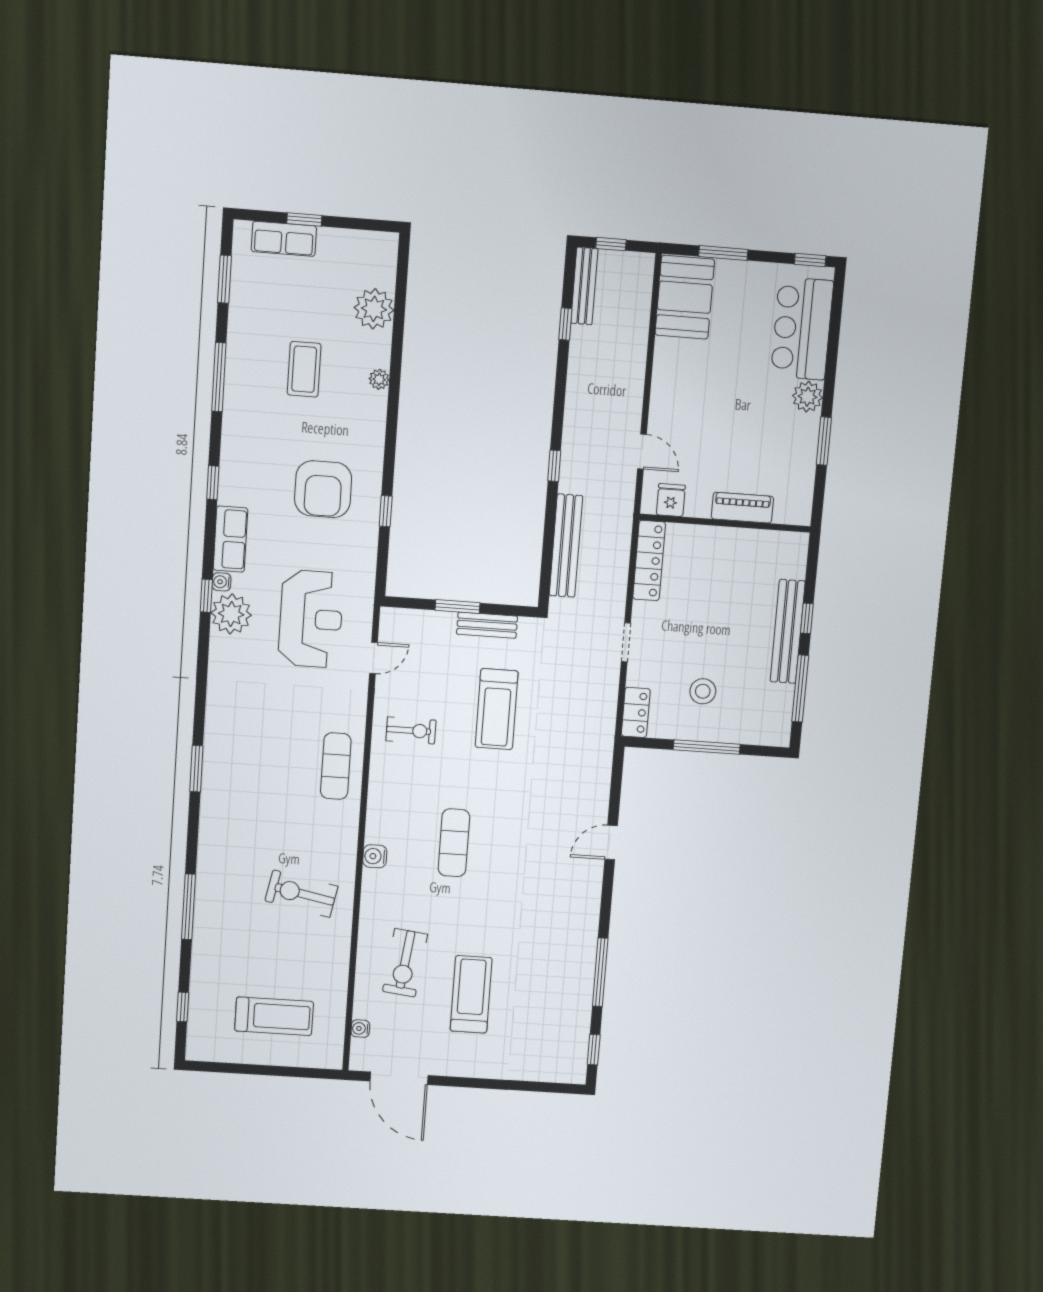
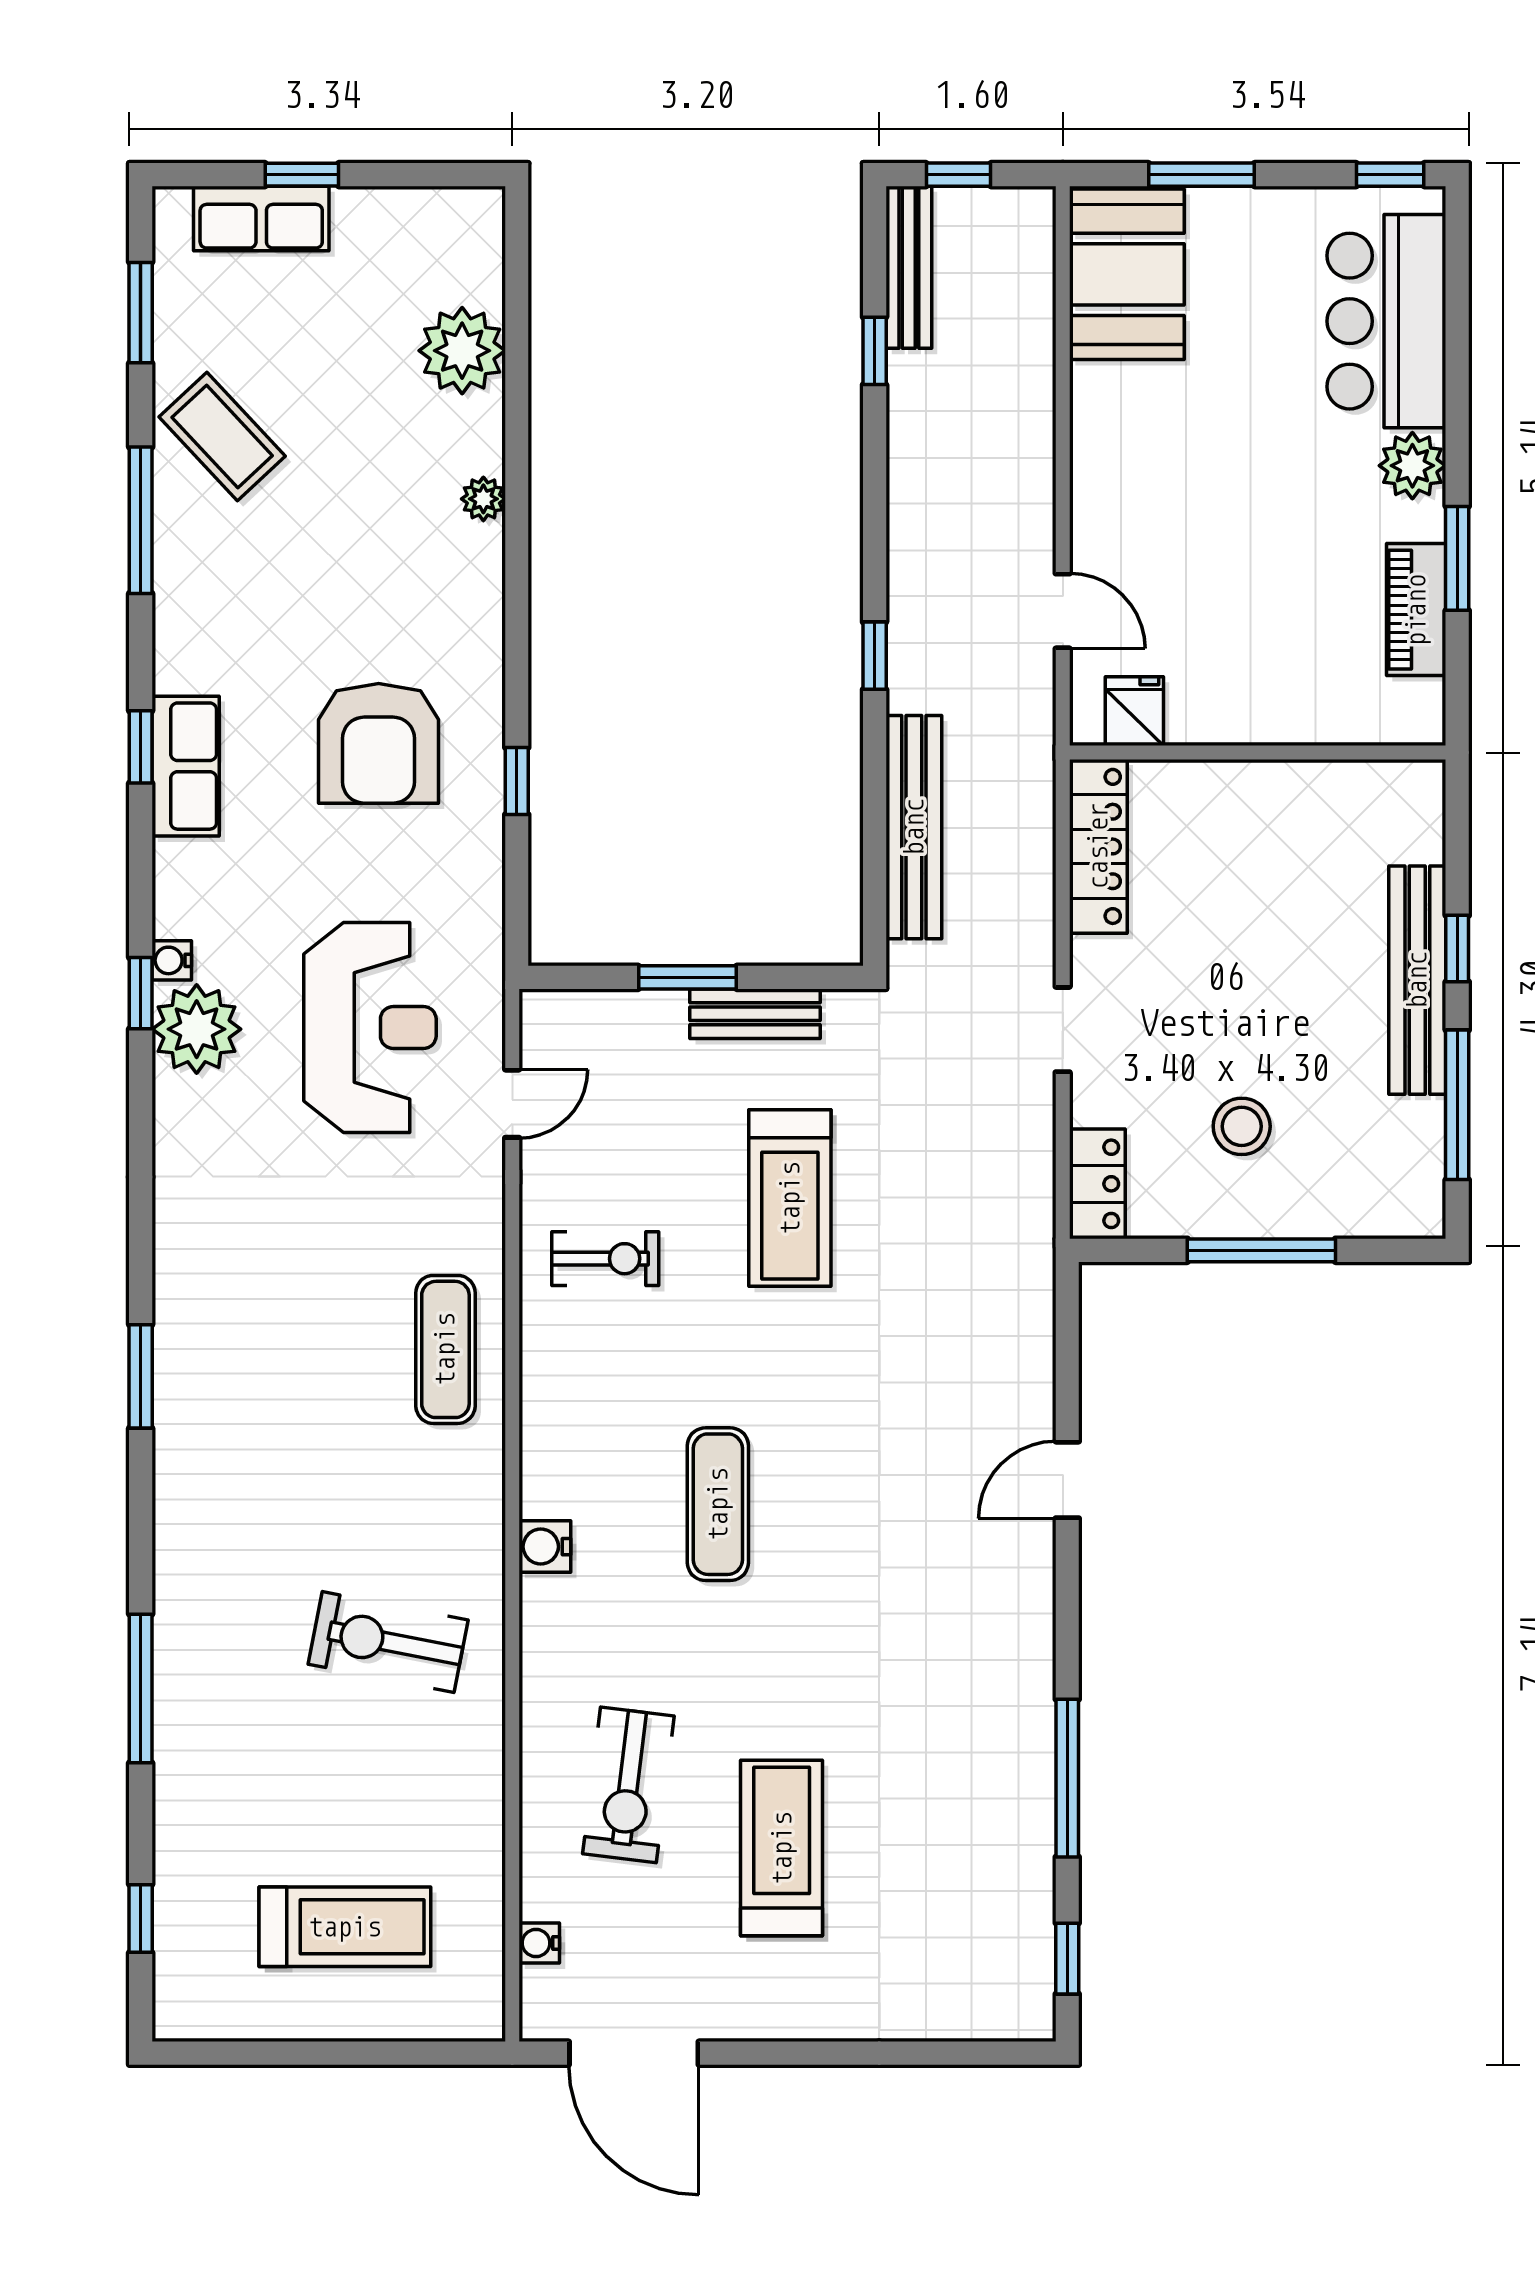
coffee table: (304, 369) -> (222, 436), moved, turned -43
piano: (742, 508) -> (1416, 610), moved, turned -90
row of seats: (230, 539) -> (186, 766), moved

